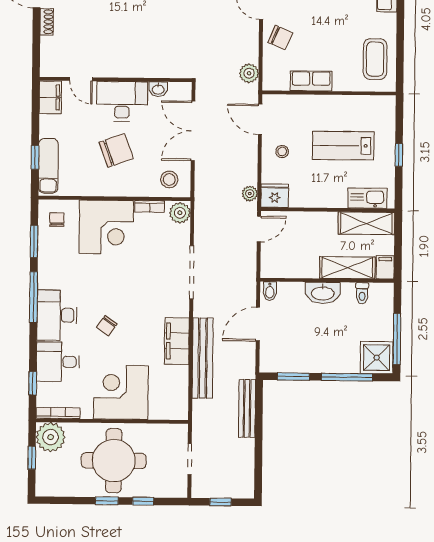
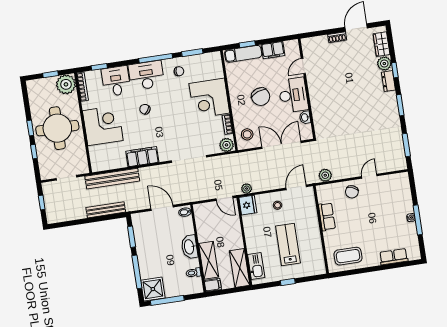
filing cabinet: (50, 97) -> (273, 50), moved
chair: (57, 220) -> (179, 71), moved
bench: (203, 358) -> (112, 179), moved

